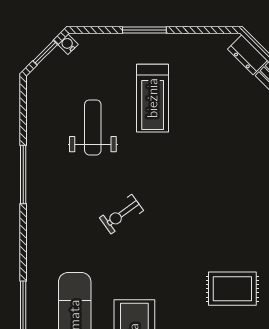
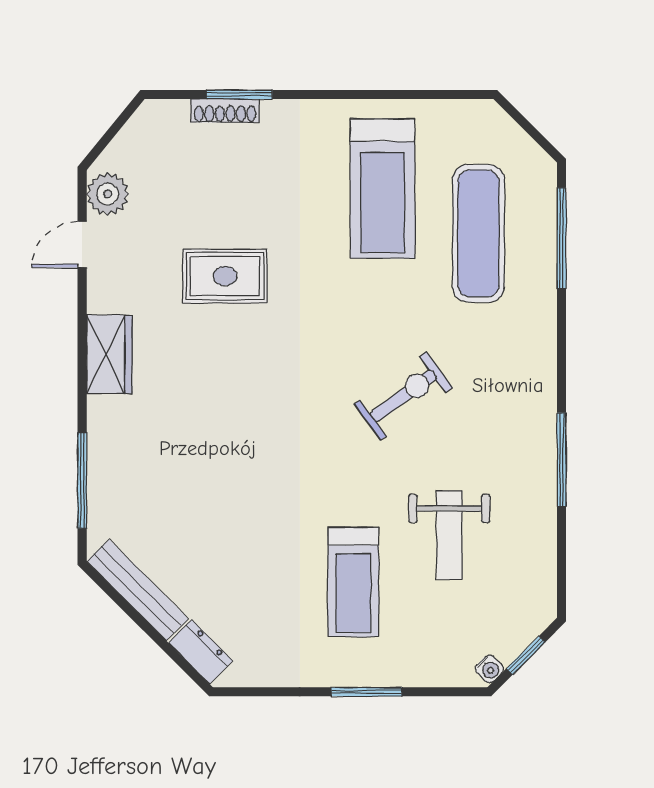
treadmill: (153, 98) -> (353, 582), turned 180
exercise bike: (121, 214) -> (403, 396), width x1.38, depth x1.39

